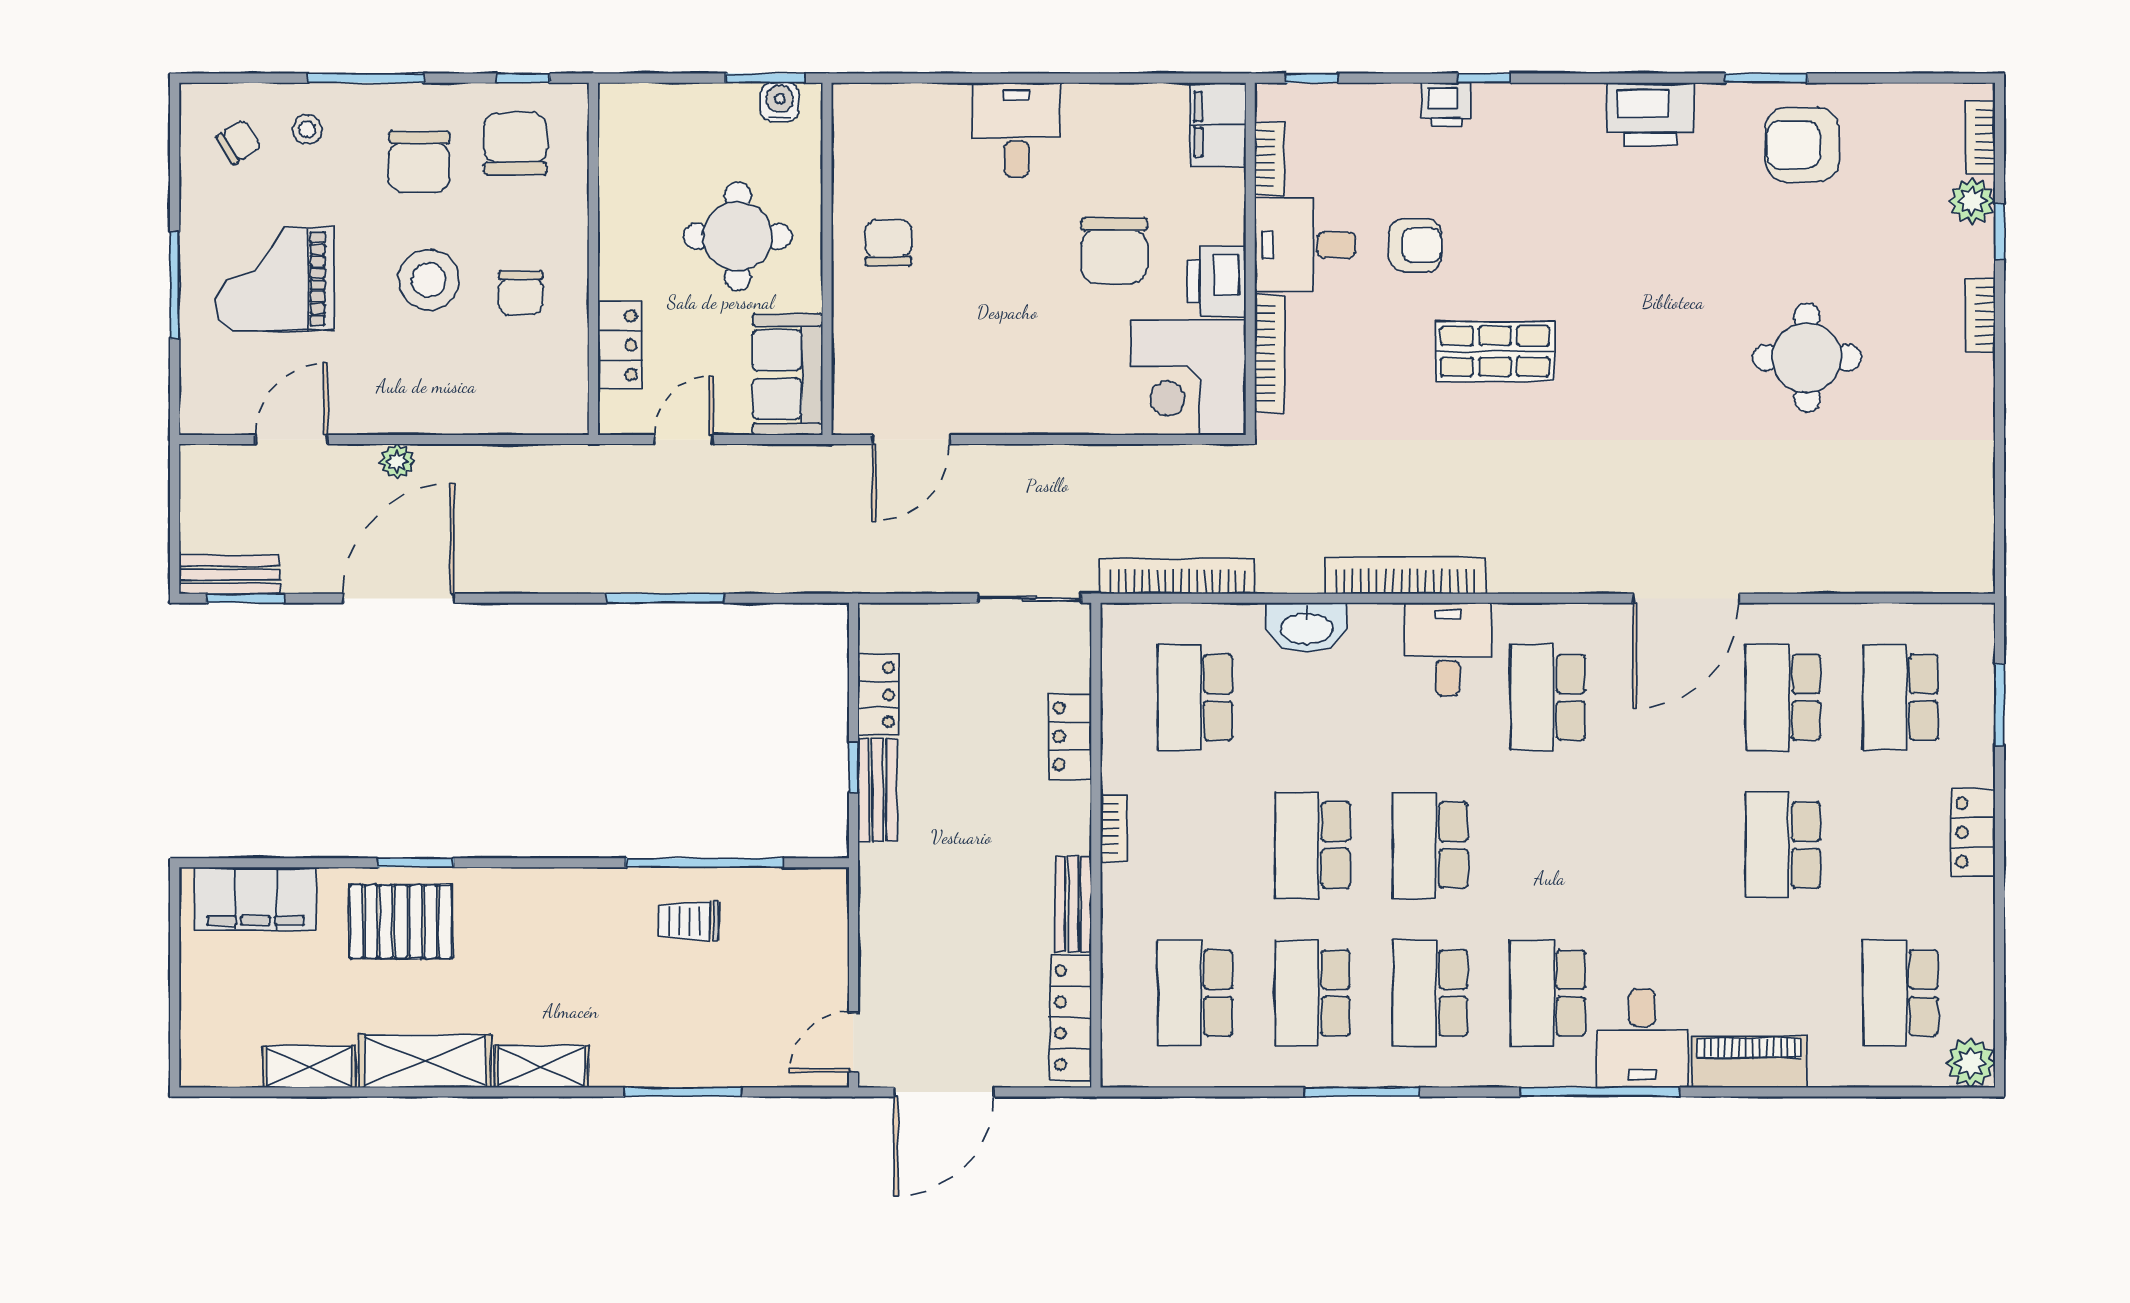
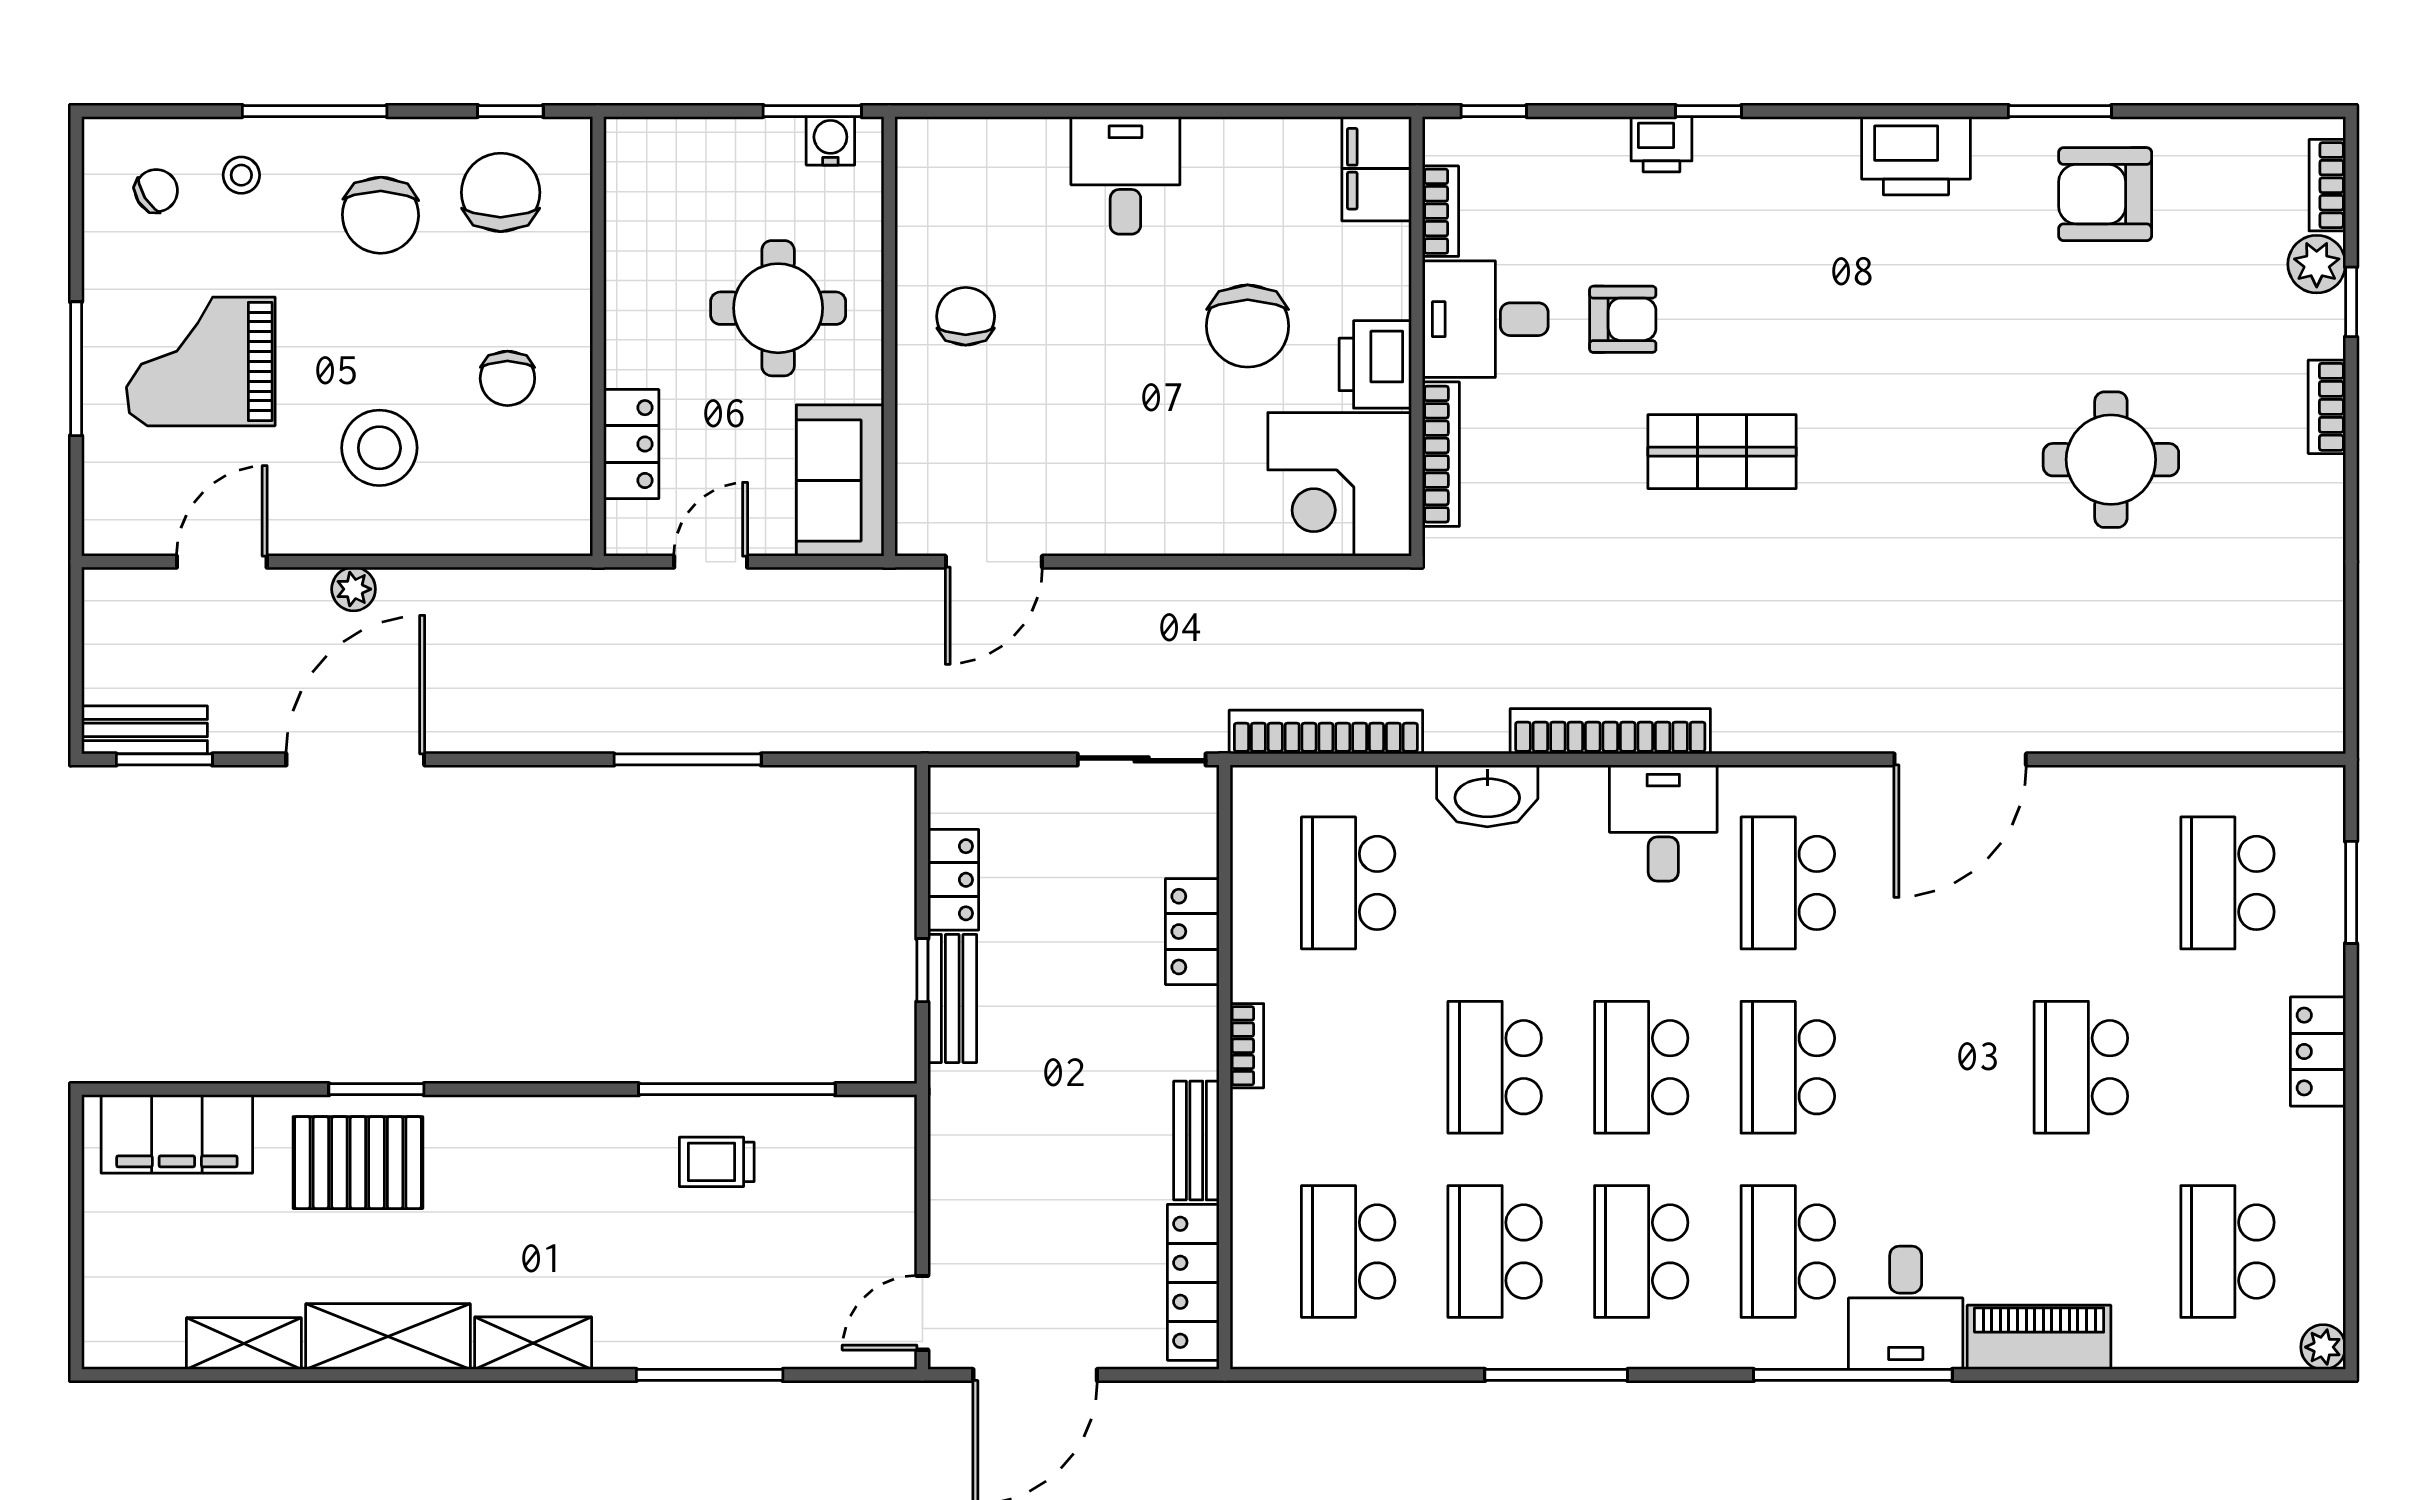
stool: (429, 280) -> (379, 448), moved
school desk: (1783, 697) -> (1788, 1067), moved
plant: (1970, 1063) -> (2323, 1347), width x0.73, depth x0.73

